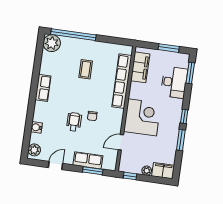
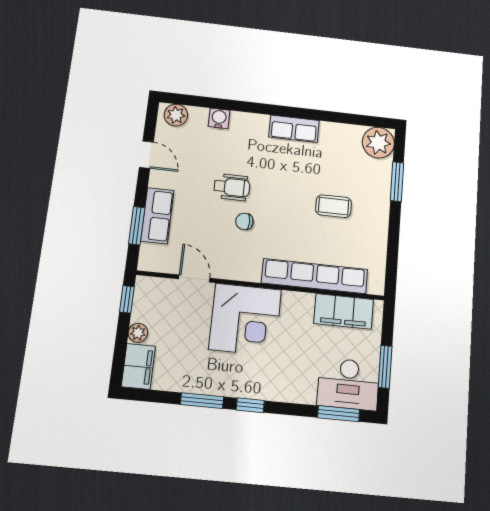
window: (73, 35) -> (397, 182), width x0.47
desk: (174, 82) -> (348, 384), moved

